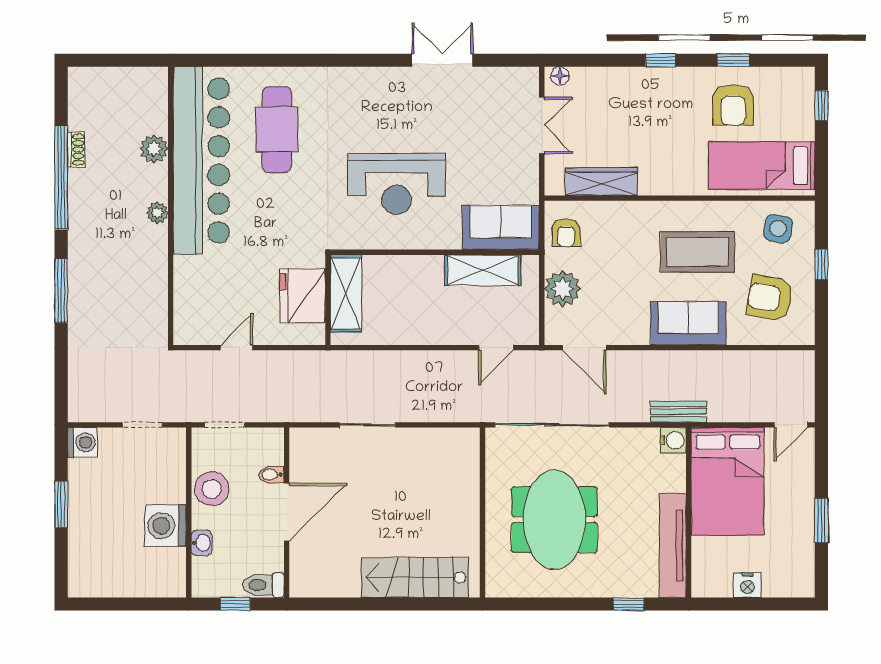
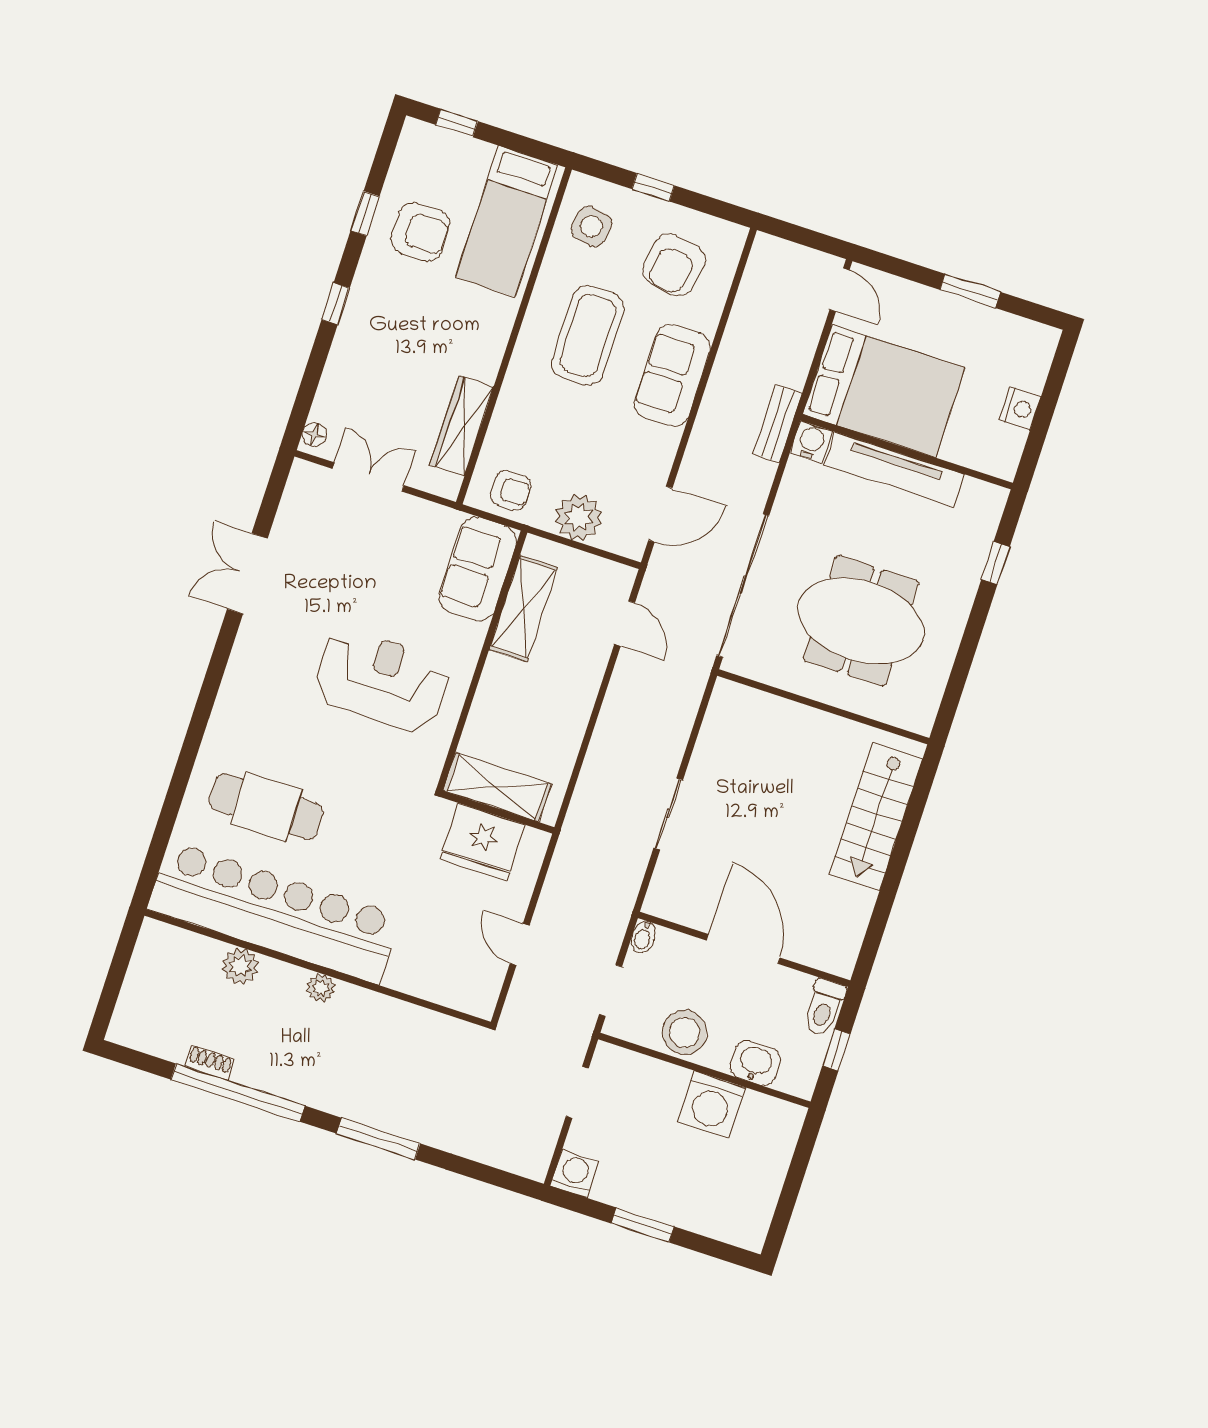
reception desk: (396, 184) -> (382, 680), turned -90
bidet: (272, 475) -> (643, 937), moved
washbasin: (202, 543) -> (755, 1063), width x1.38, depth x1.45
tv unit: (673, 545) -> (894, 470), moved

